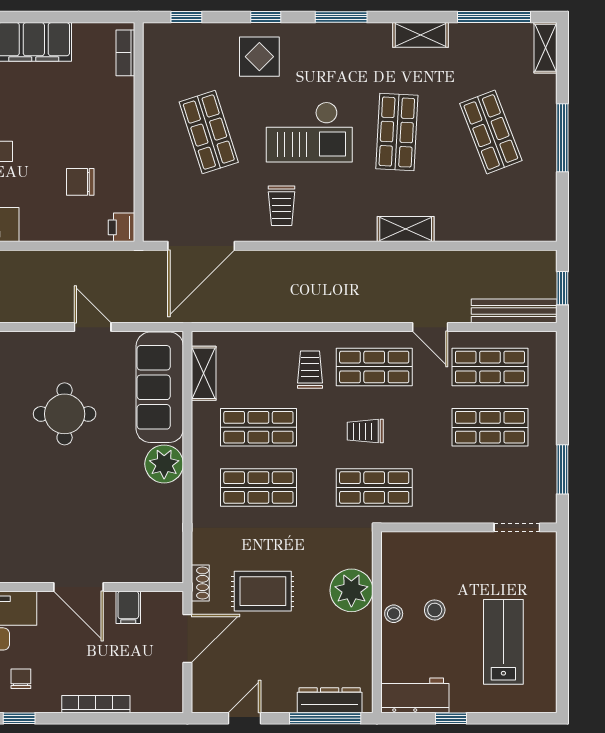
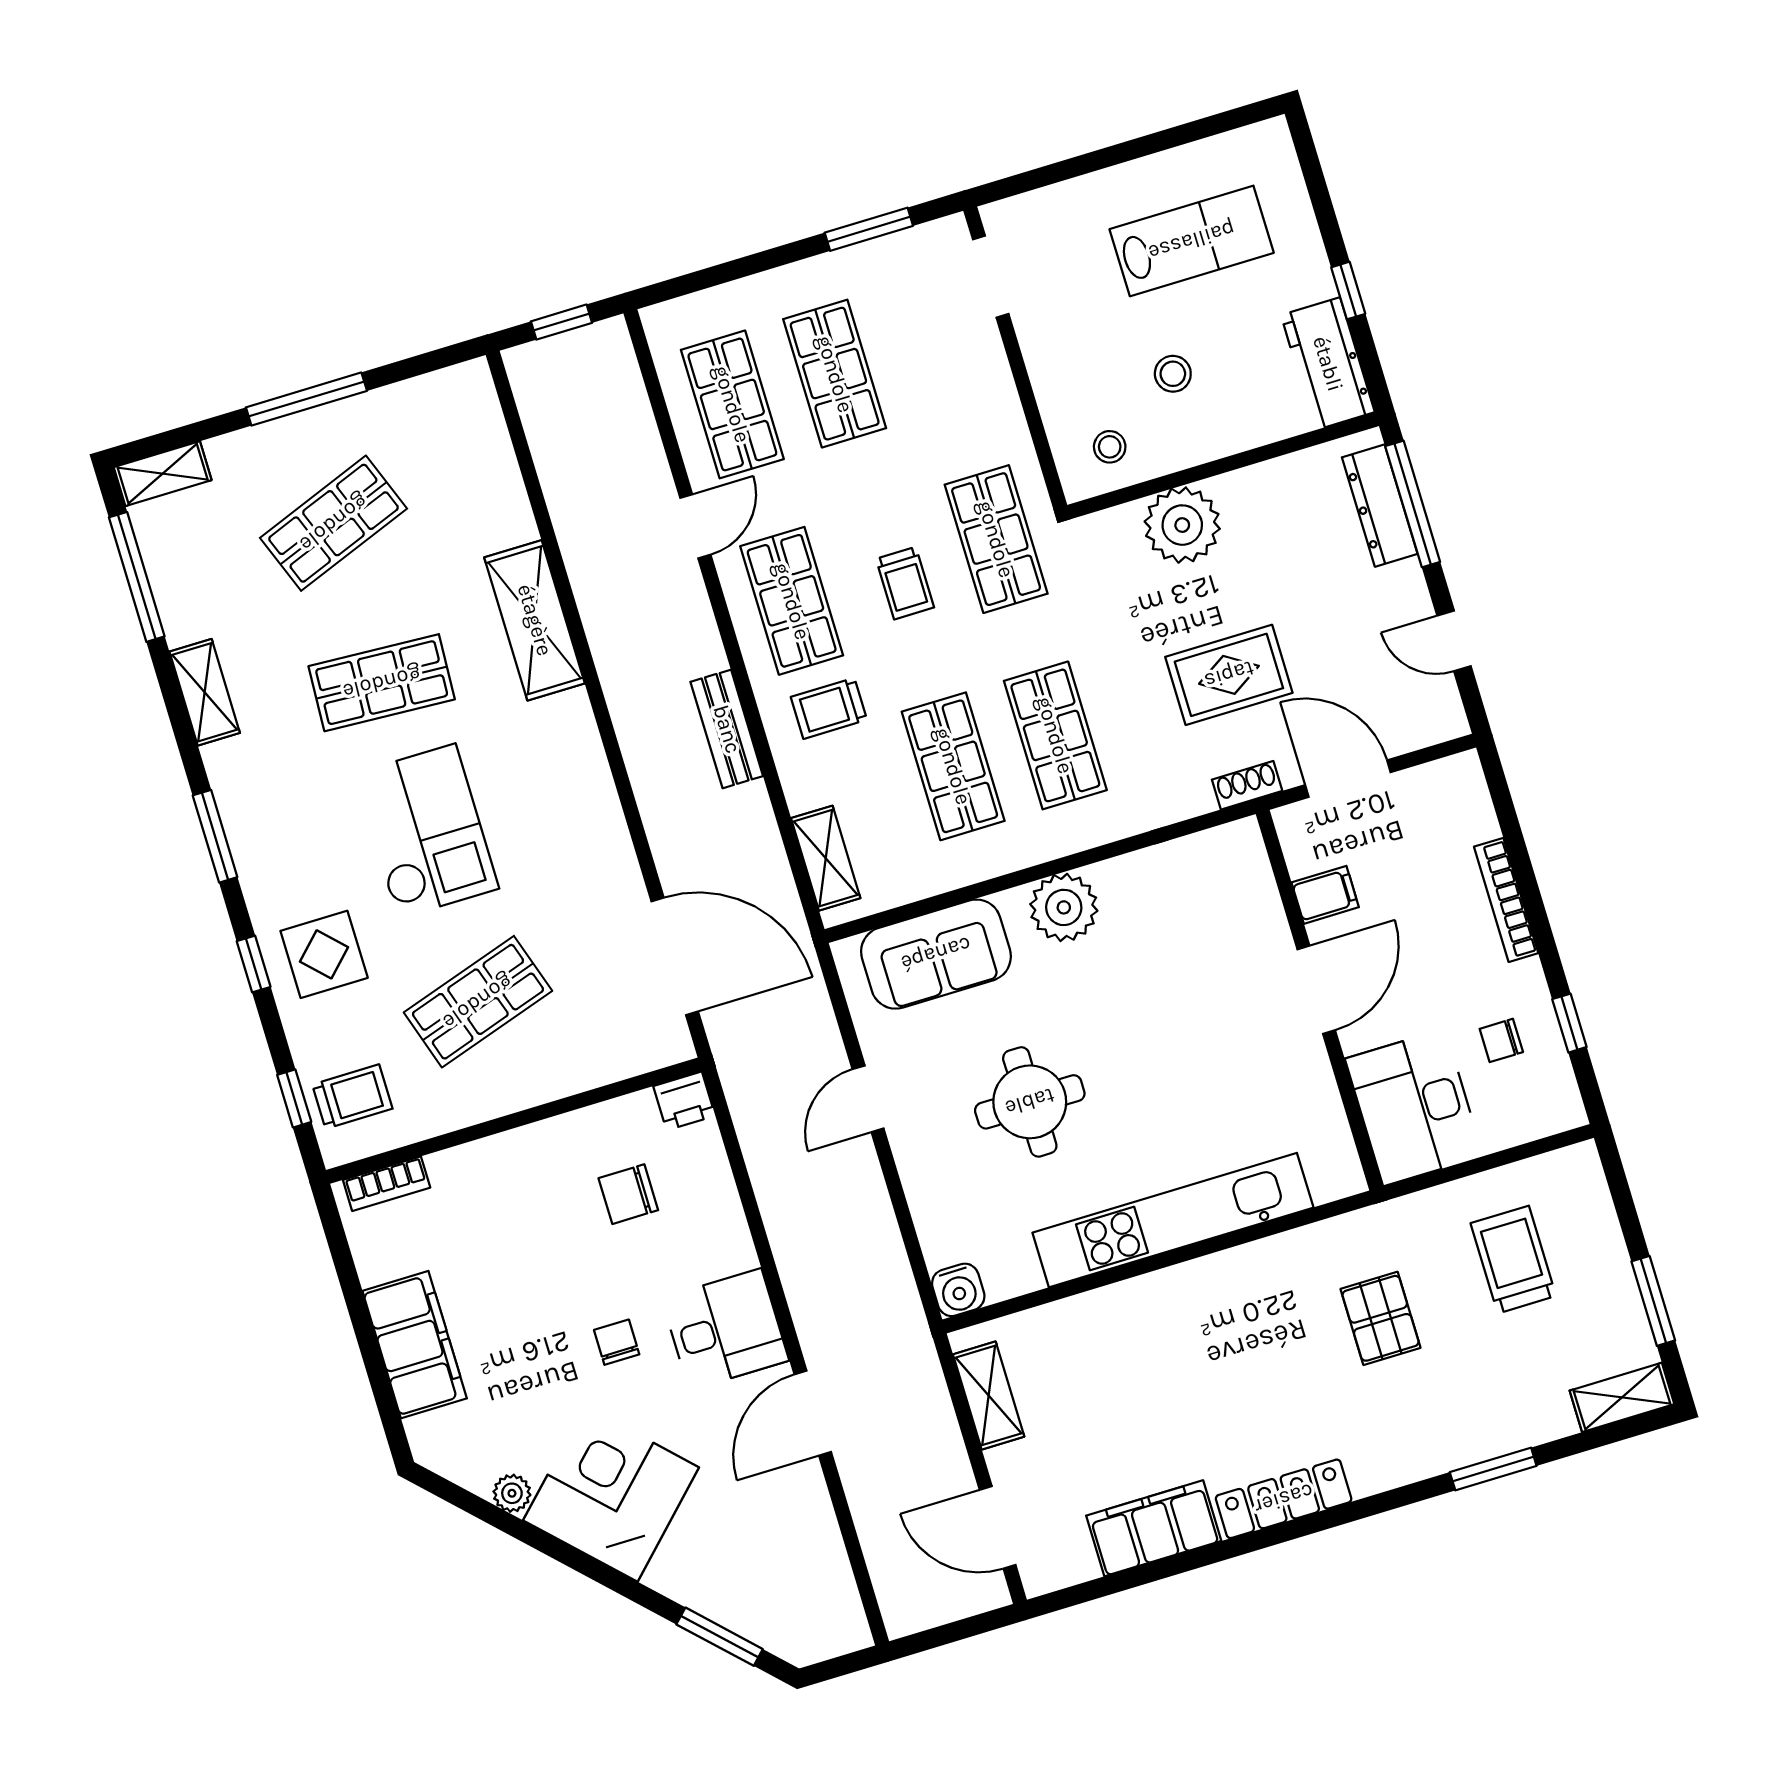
chair: (80, 182) -> (628, 1194), turned 90
trolley: (282, 206) -> (352, 1097), moved
shelving: (406, 229) -> (535, 620), width x1.50, depth x1.33
bench: (514, 311) -> (727, 729), moved, width x0.73
shelving: (204, 373) -> (826, 858), moved, turned 90
sofa: (160, 387) -> (936, 954), width x0.73
rug: (263, 591) -> (1229, 675), turned 90
stool: (394, 614) -> (1110, 447), moved
lab bench: (503, 642) -> (1192, 241), turned 180

